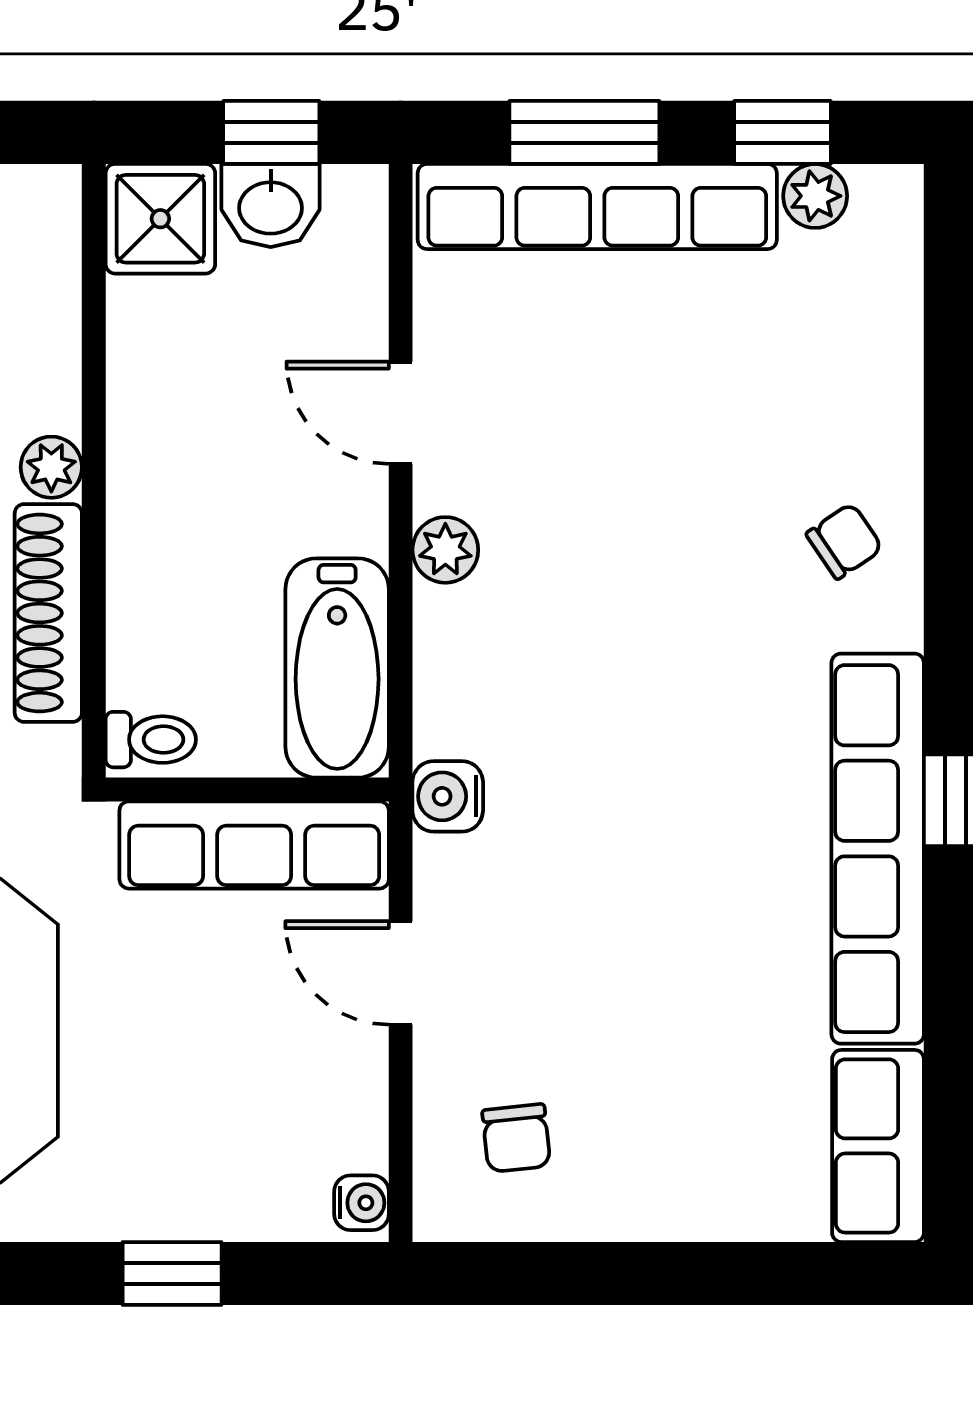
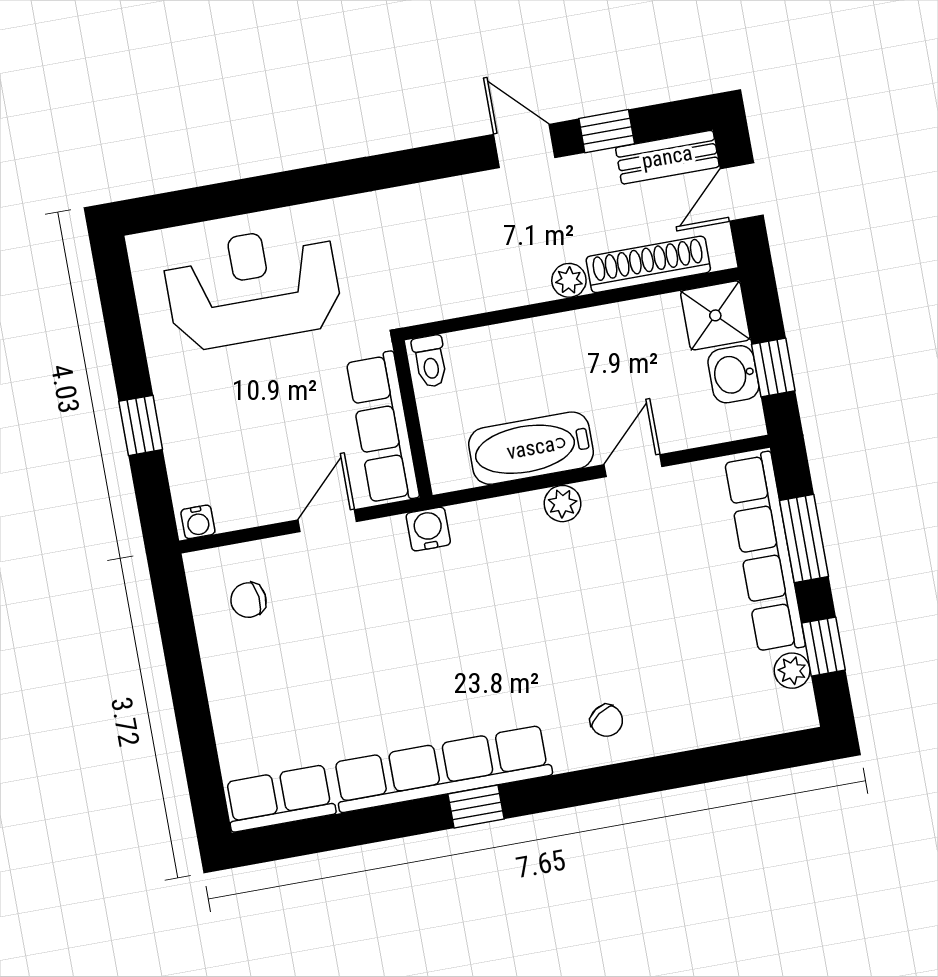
shoe rack: (48, 613) -> (648, 264), moved
bathtub: (337, 668) -> (531, 448), moved

